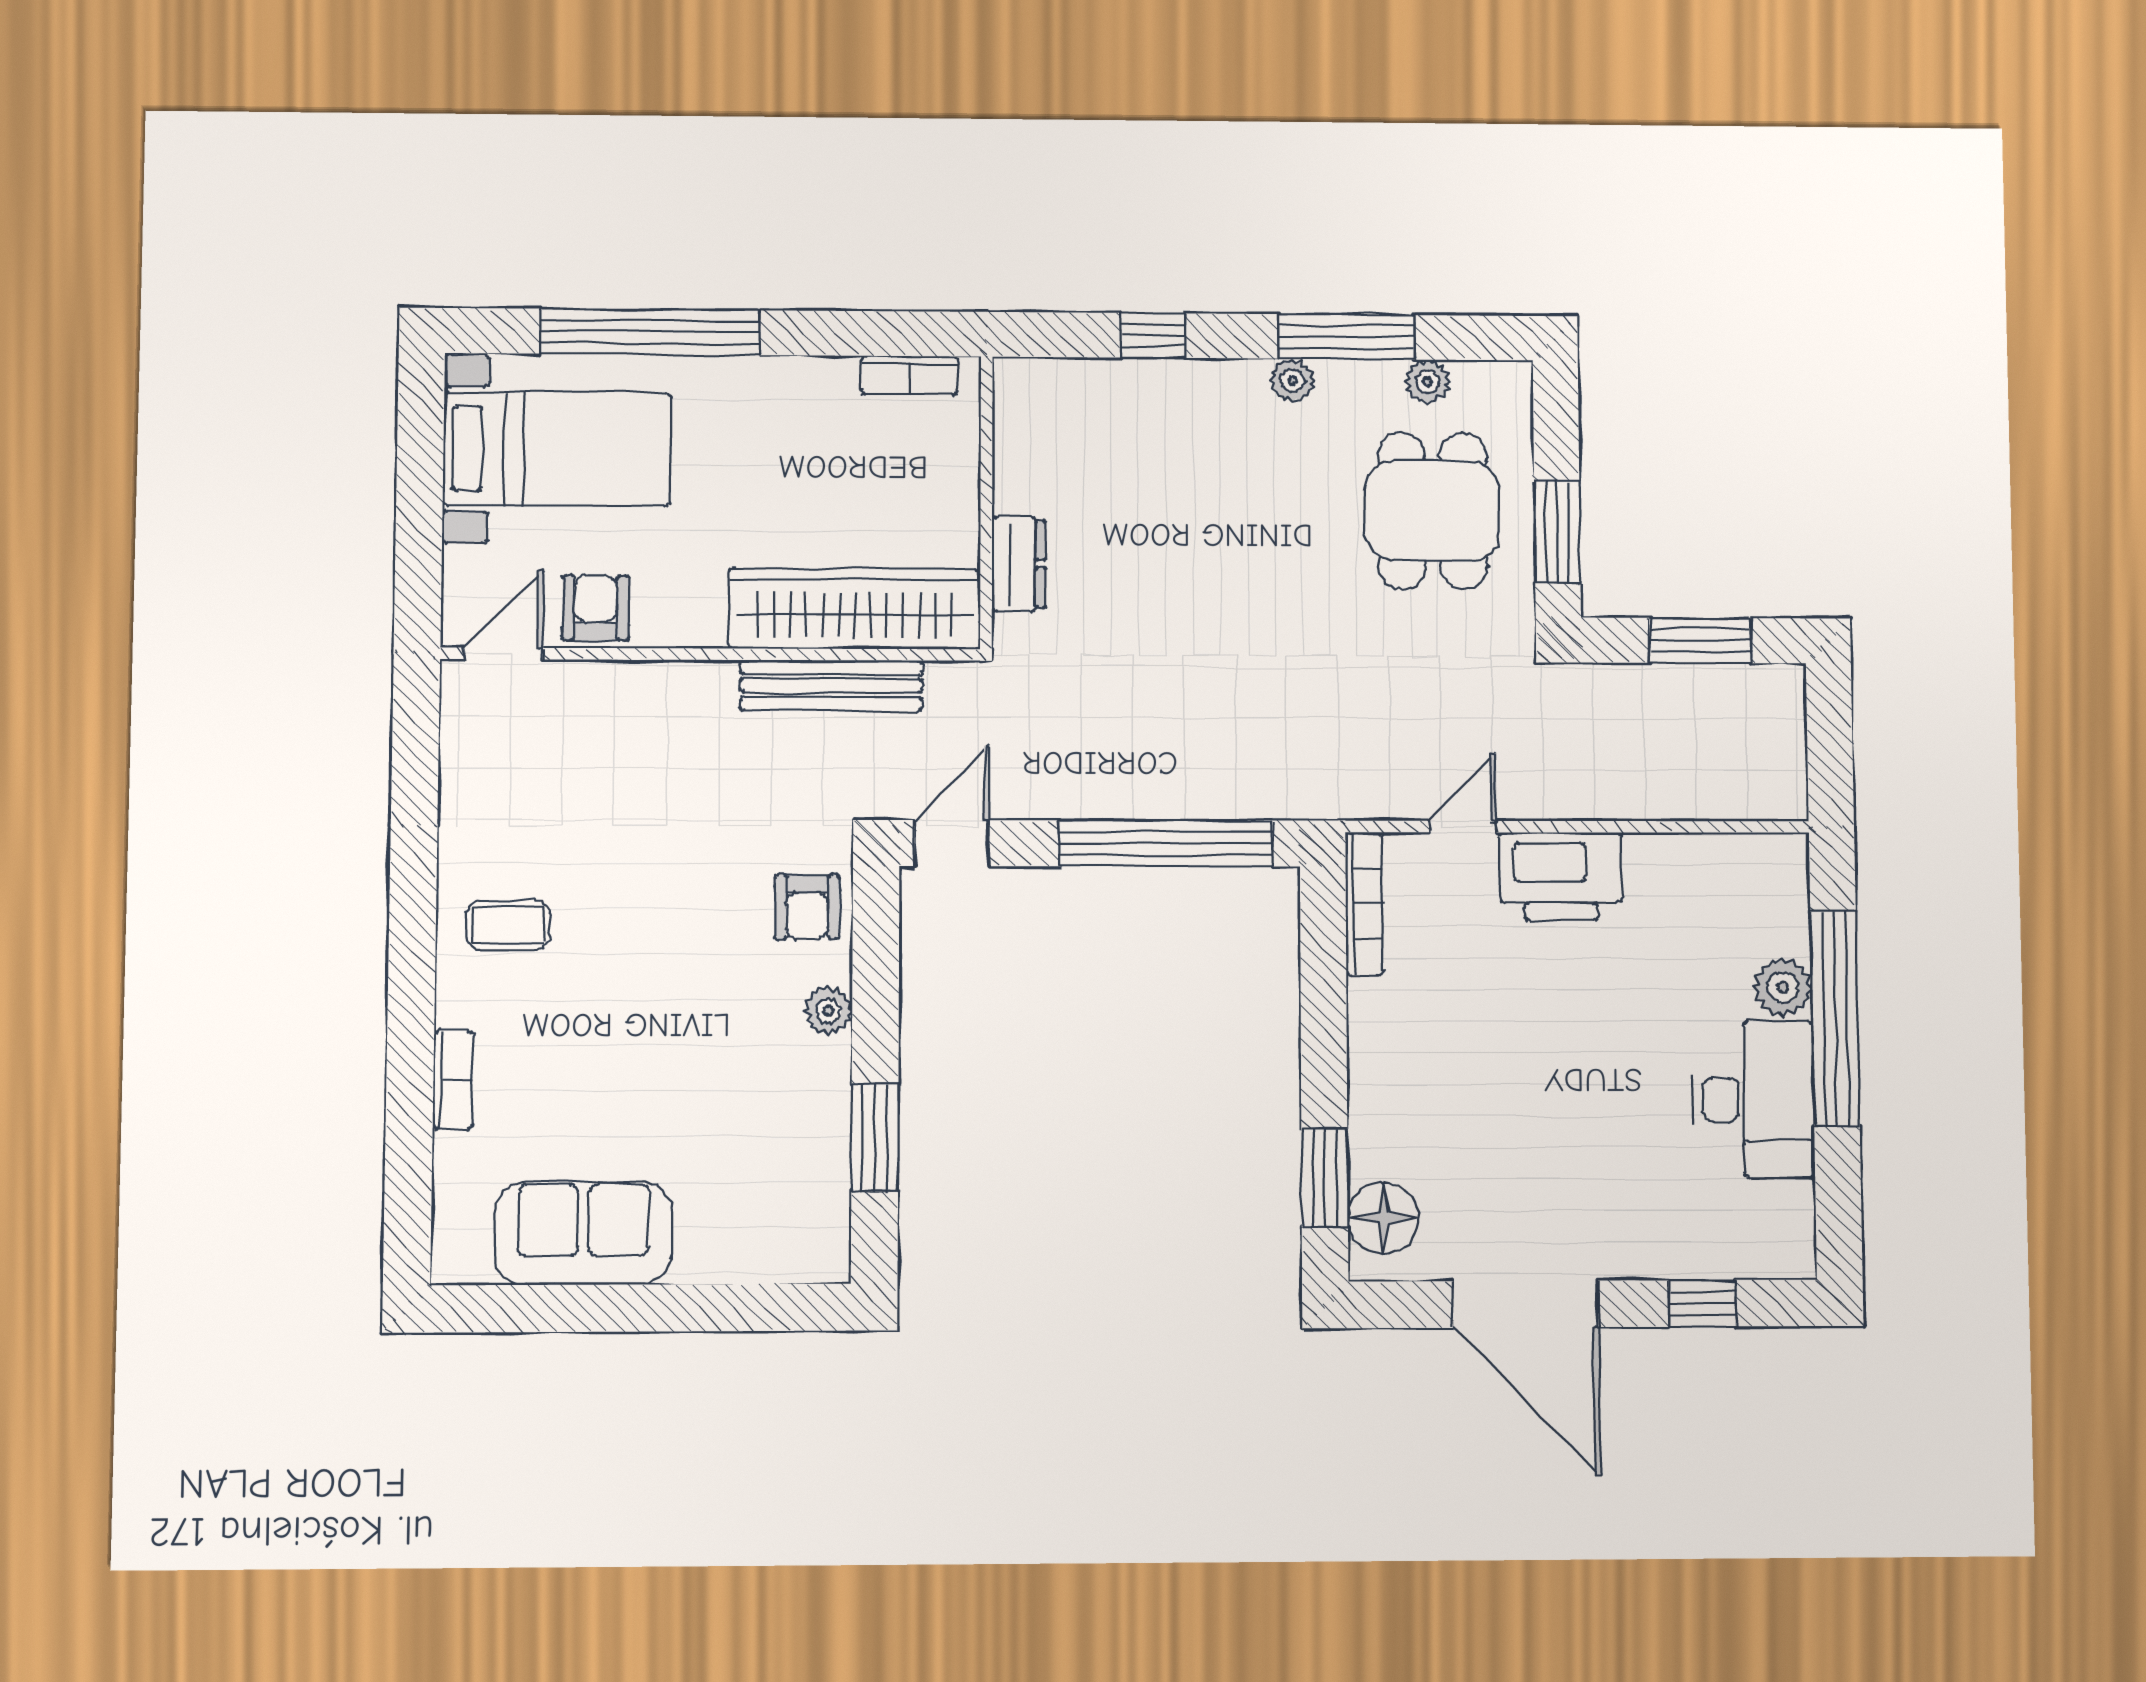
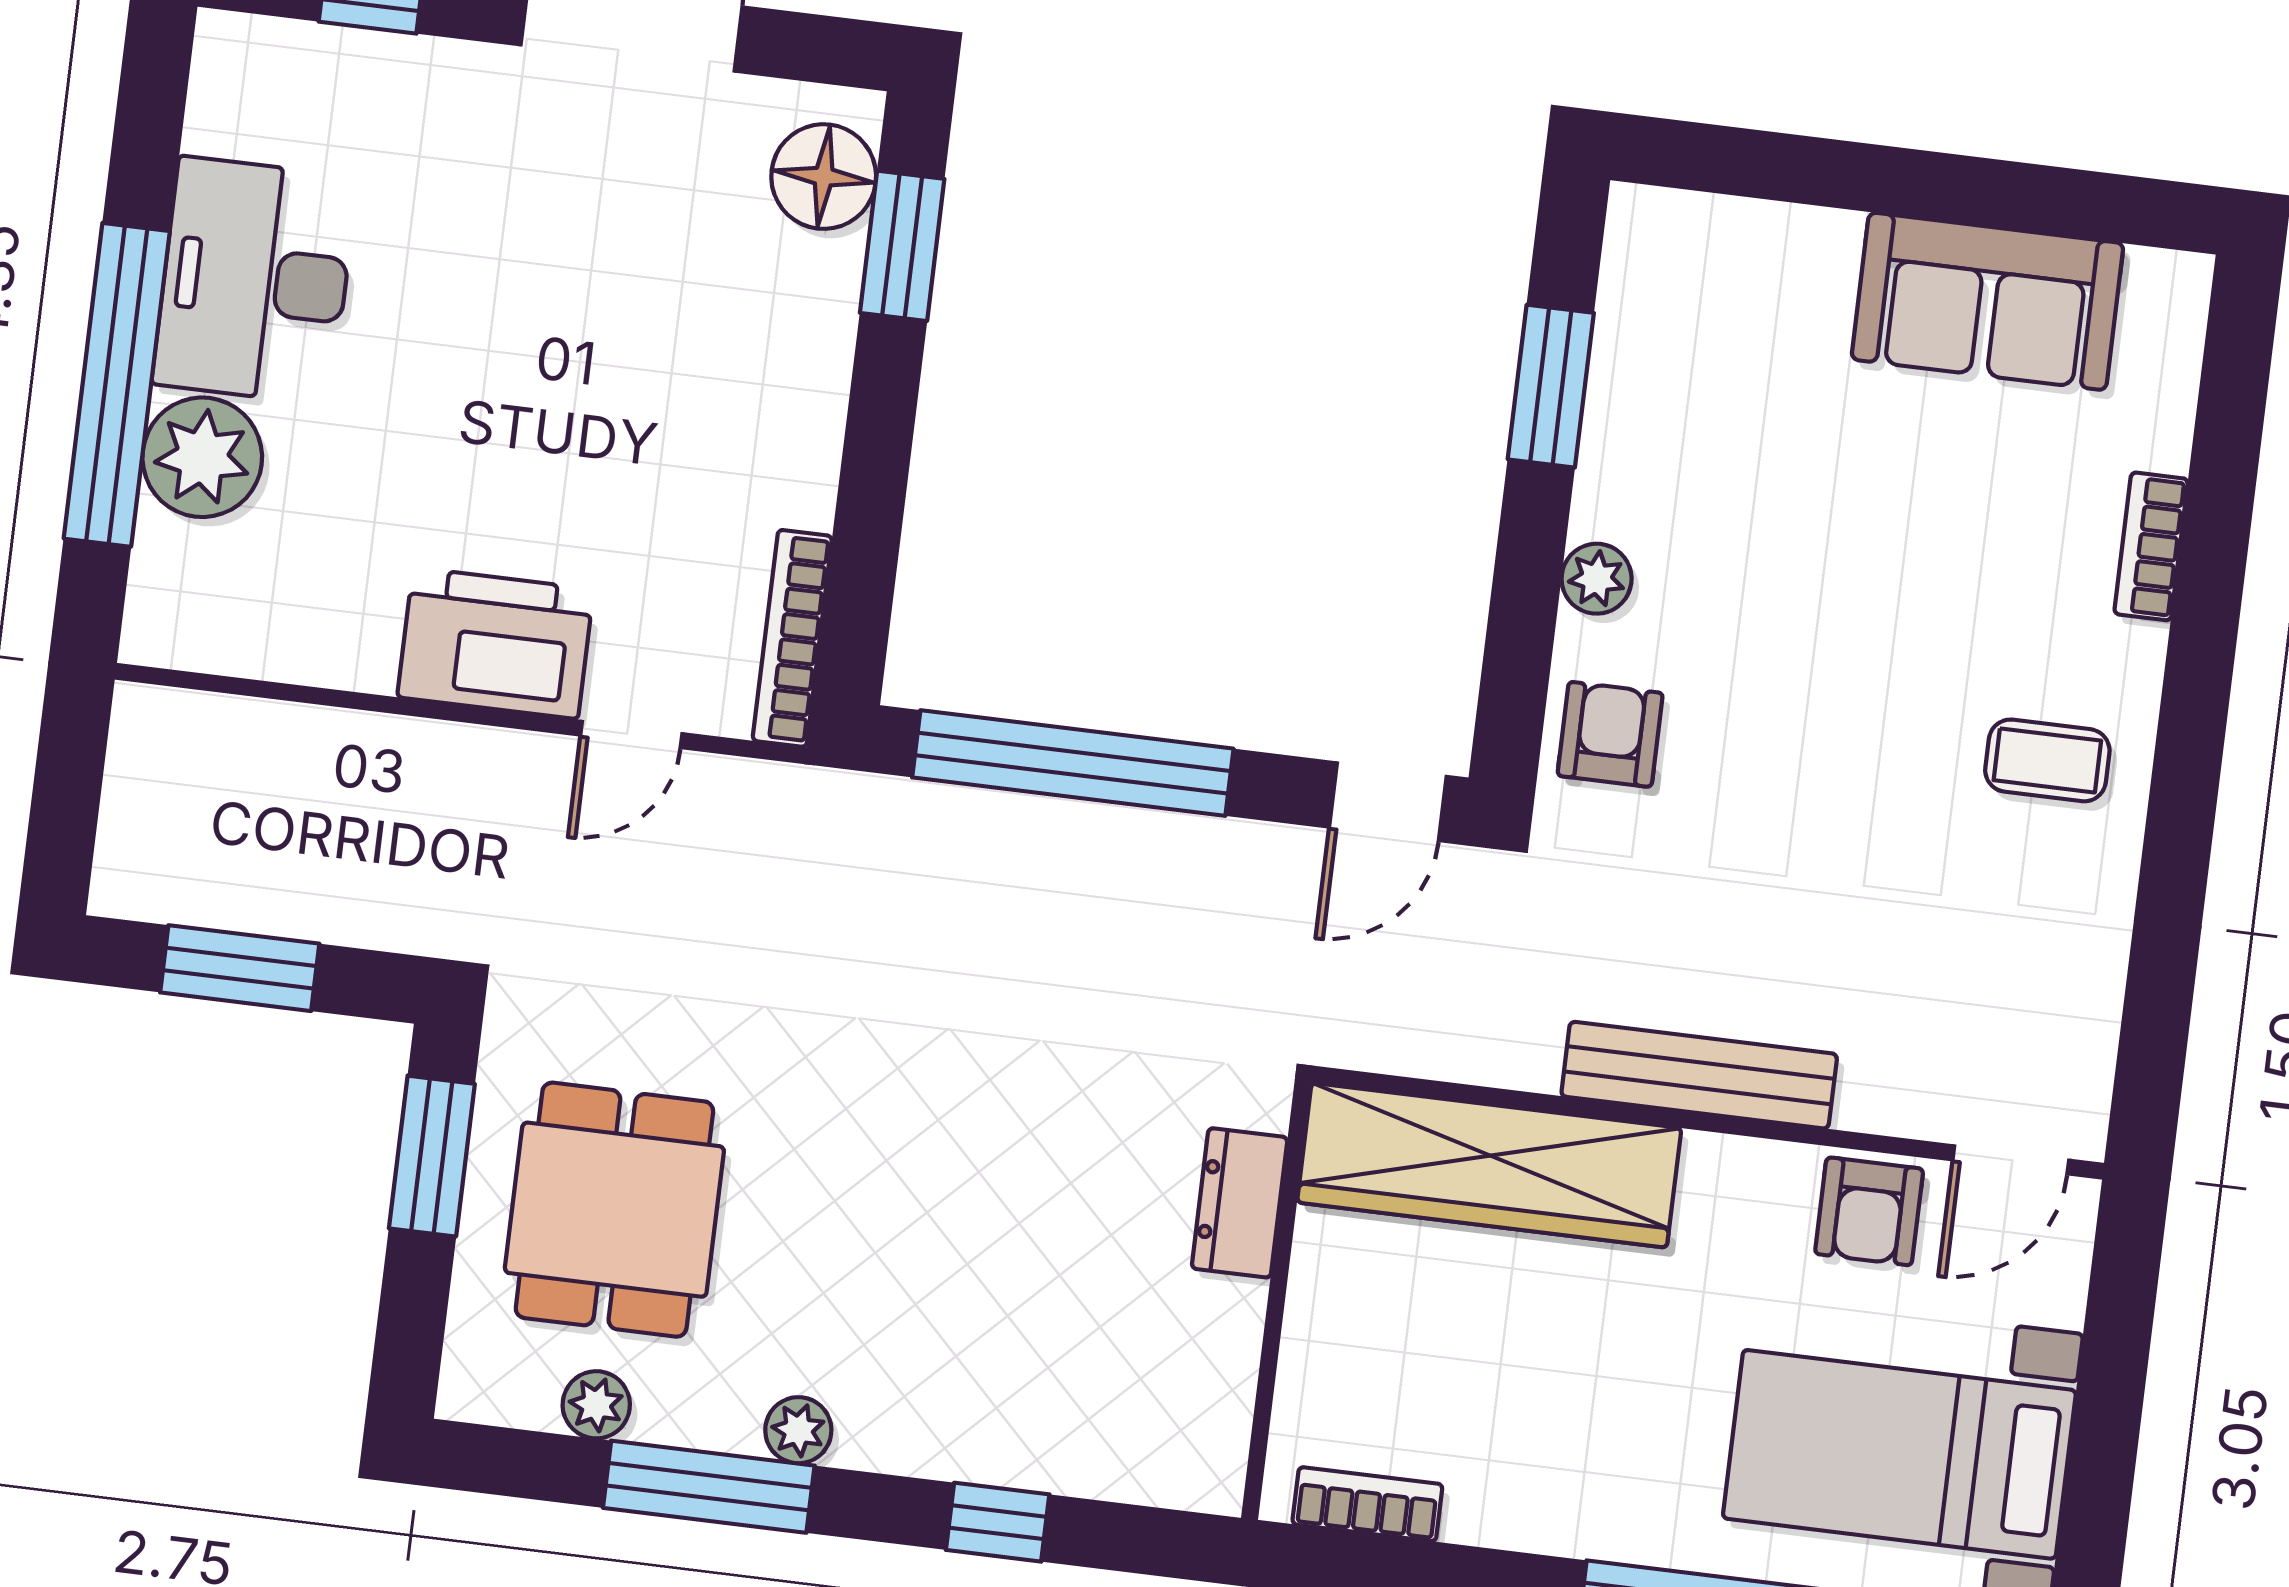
bench: (831, 686) -> (1699, 1075), moved
plant: (1783, 987) -> (202, 457), width x1.36, depth x1.36

